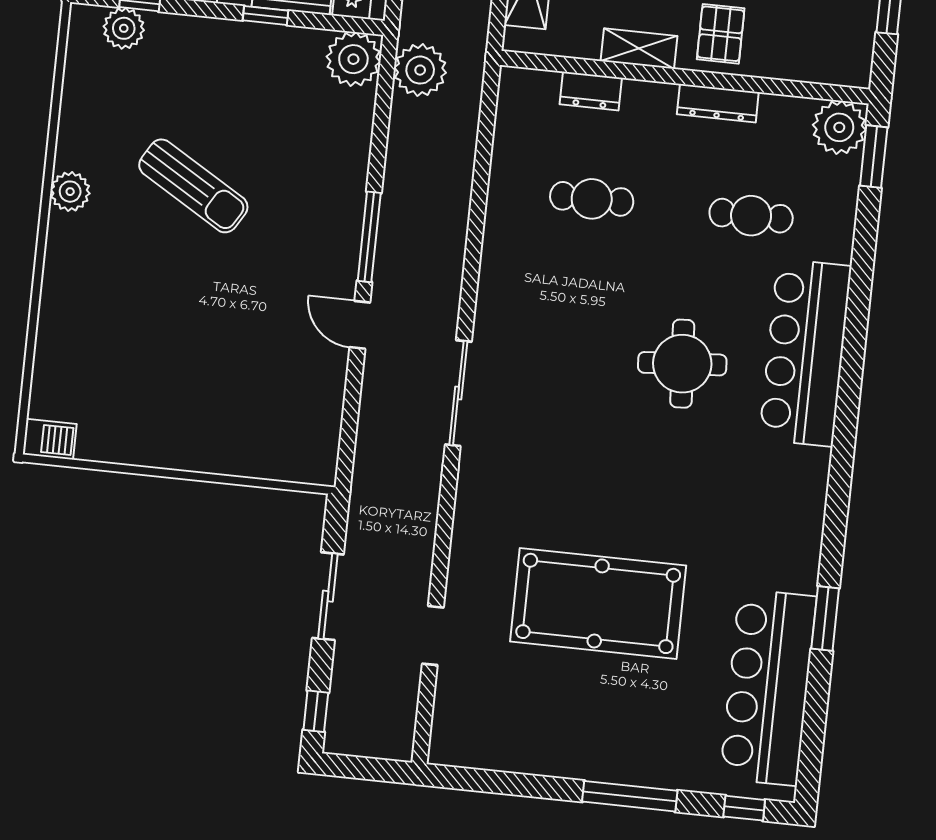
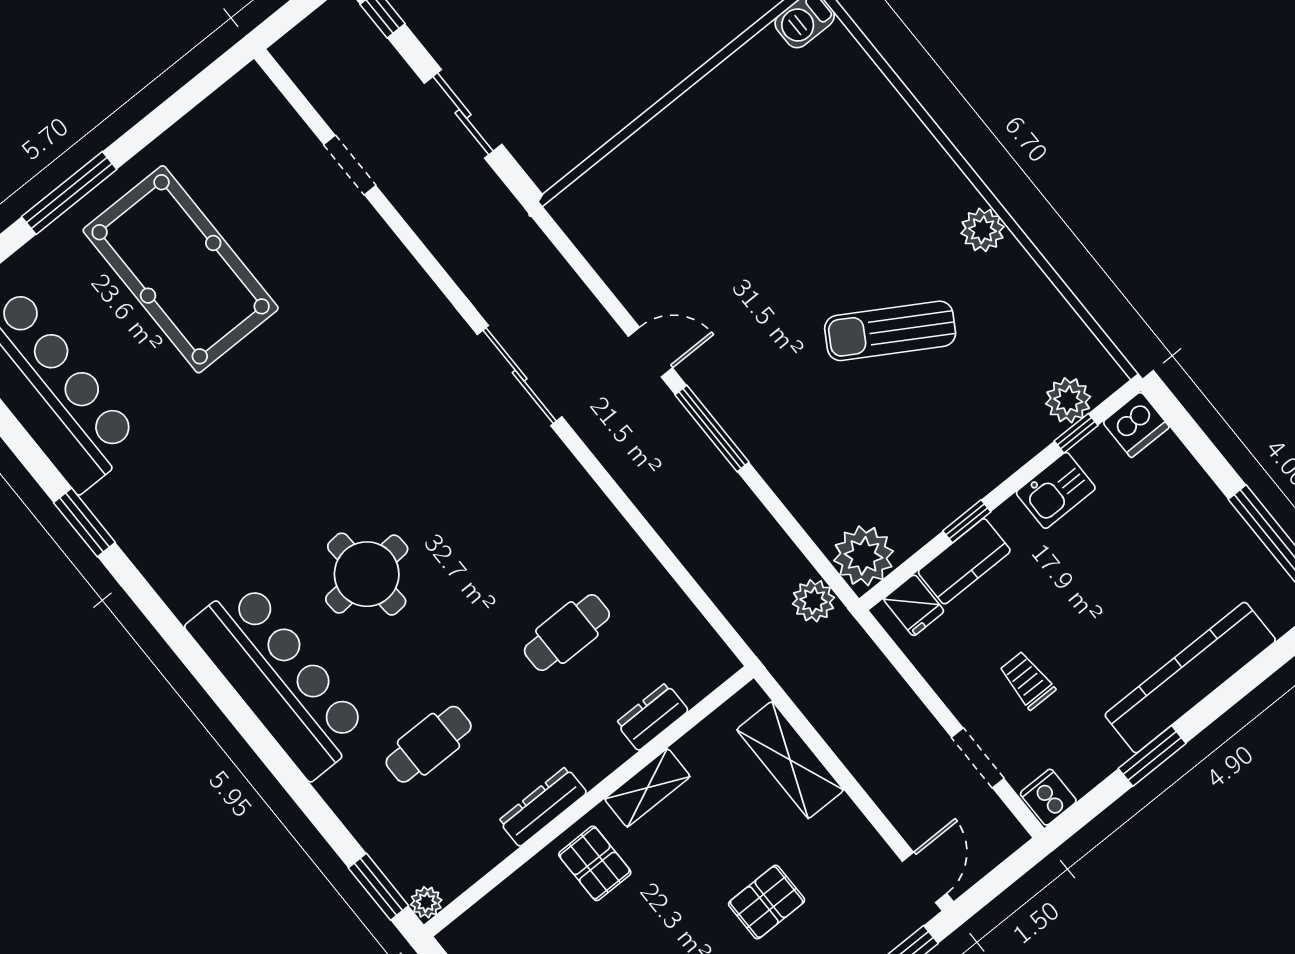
plant: (420, 70) -> (814, 601), width x0.73, depth x0.73
plant: (839, 127) -> (426, 902), width x0.53, depth x0.53
pool table: (598, 603) -> (181, 269), moved, turned 90
window: (825, 619) -> (84, 522), moved

